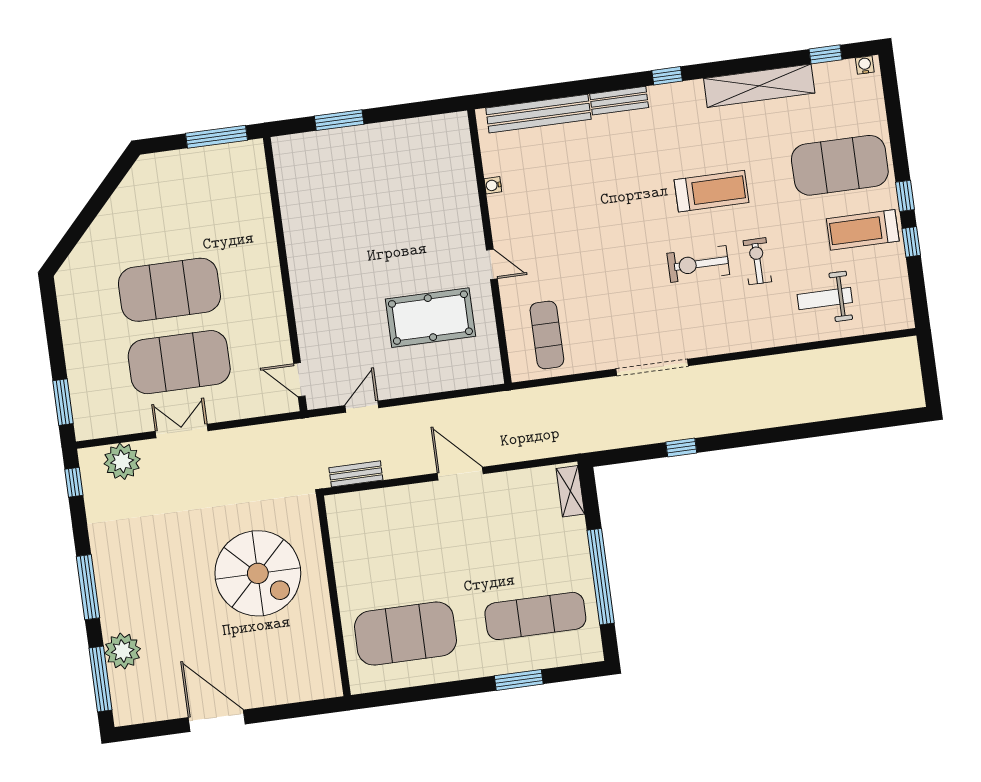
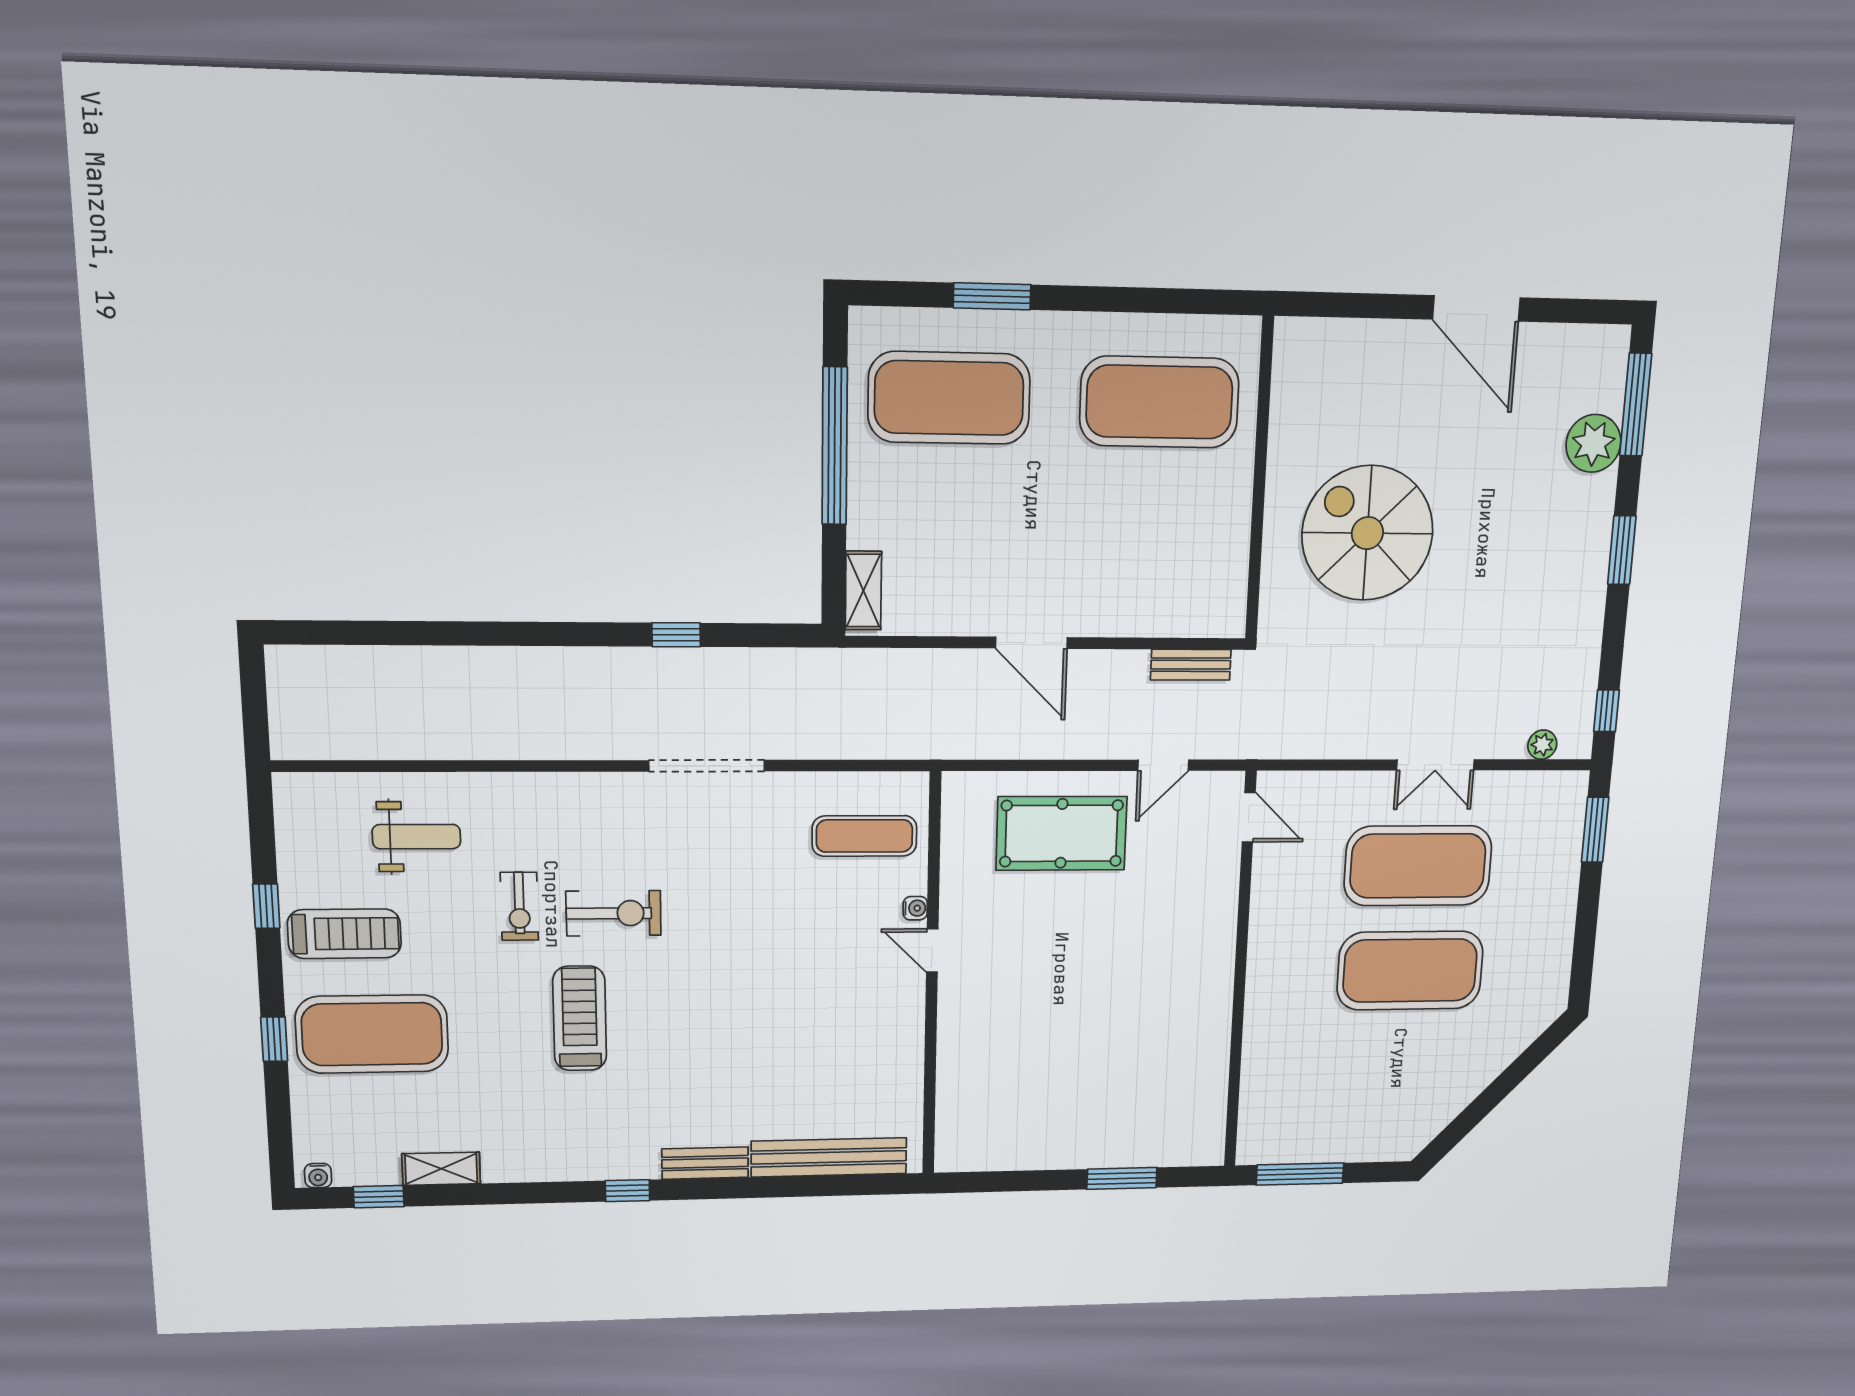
shelving: (759, 86) -> (441, 1169), width x0.45, depth x0.75
water cooler: (493, 185) -> (915, 908), moved
treadmill: (711, 191) -> (580, 1018), turned 90
window: (905, 196) -> (274, 1039), moved
pool table: (430, 318) -> (1061, 833), moved
exercise mat: (547, 335) -> (864, 836), turned 90
plant: (122, 461) -> (1542, 745), width x0.53, depth x0.53
window: (88, 587) -> (1622, 550), width x0.69
exercise mat: (535, 616) -> (949, 398), width x1.47

